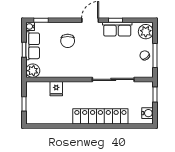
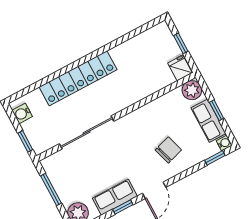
chair: (68, 41) -> (168, 150), turned 73
chair: (145, 55) -> (64, 183), removed
fridge: (56, 89) -> (180, 68), moved

